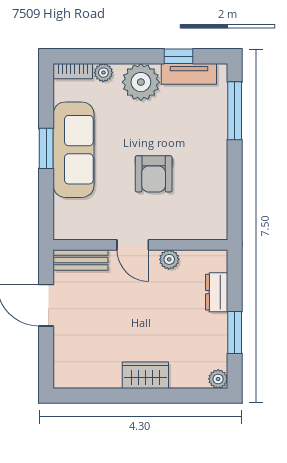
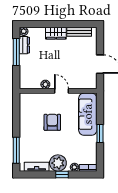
window: (178, 56) -> (62, 174), moved
sofa: (74, 150) -> (88, 114), moved
bench: (81, 260) -> (79, 32), moved
dresser: (217, 292) -> (24, 45), moved
window: (235, 333) -> (16, 52), width x1.44

